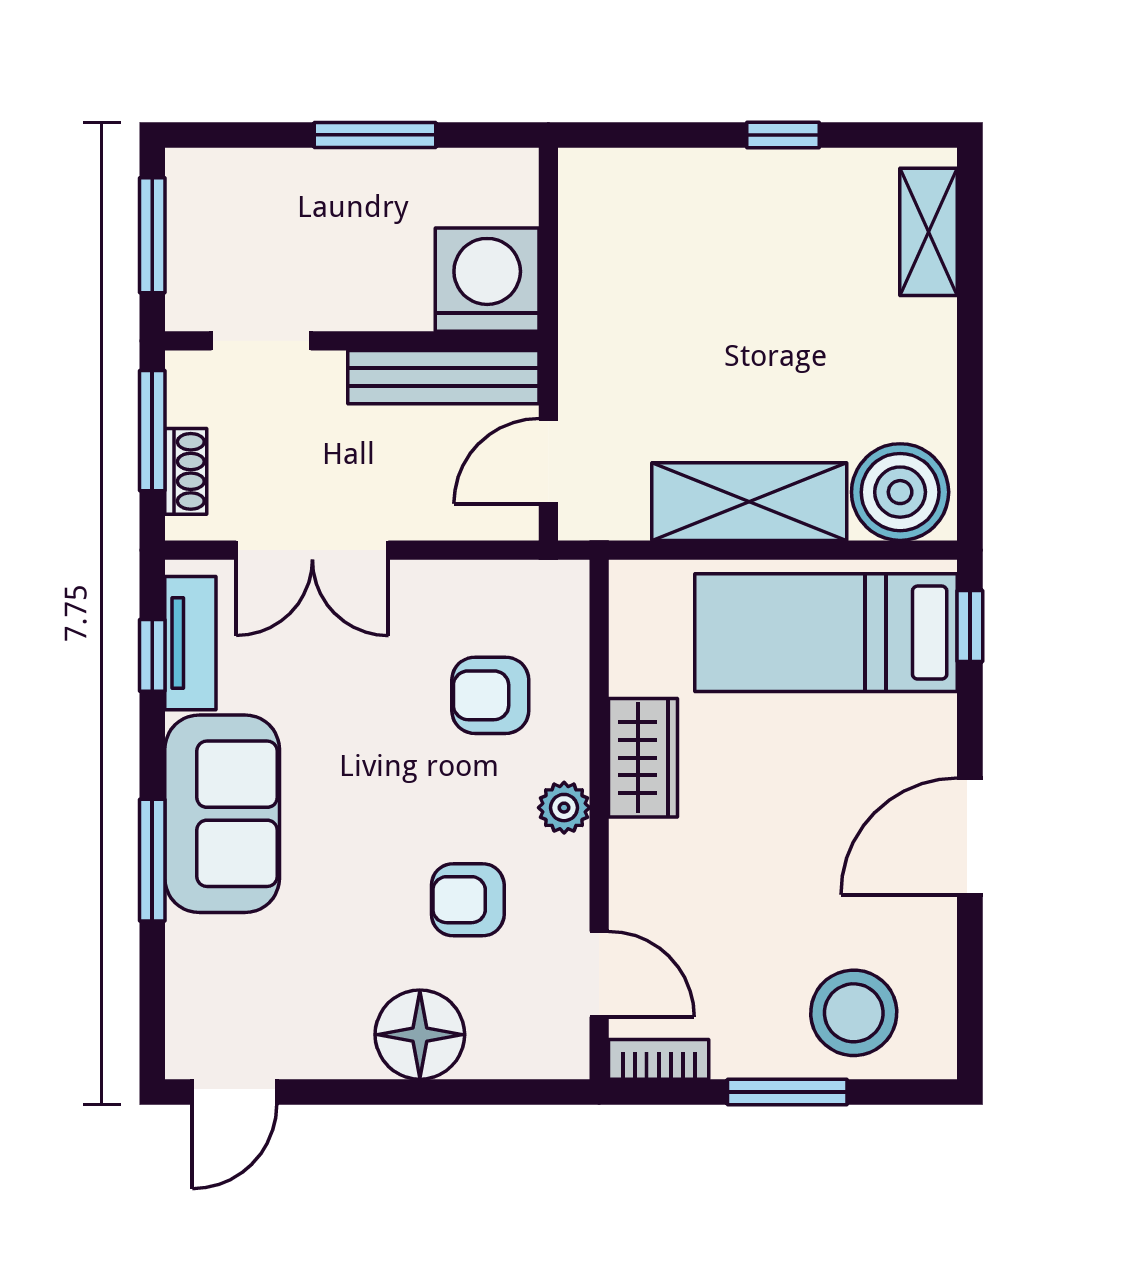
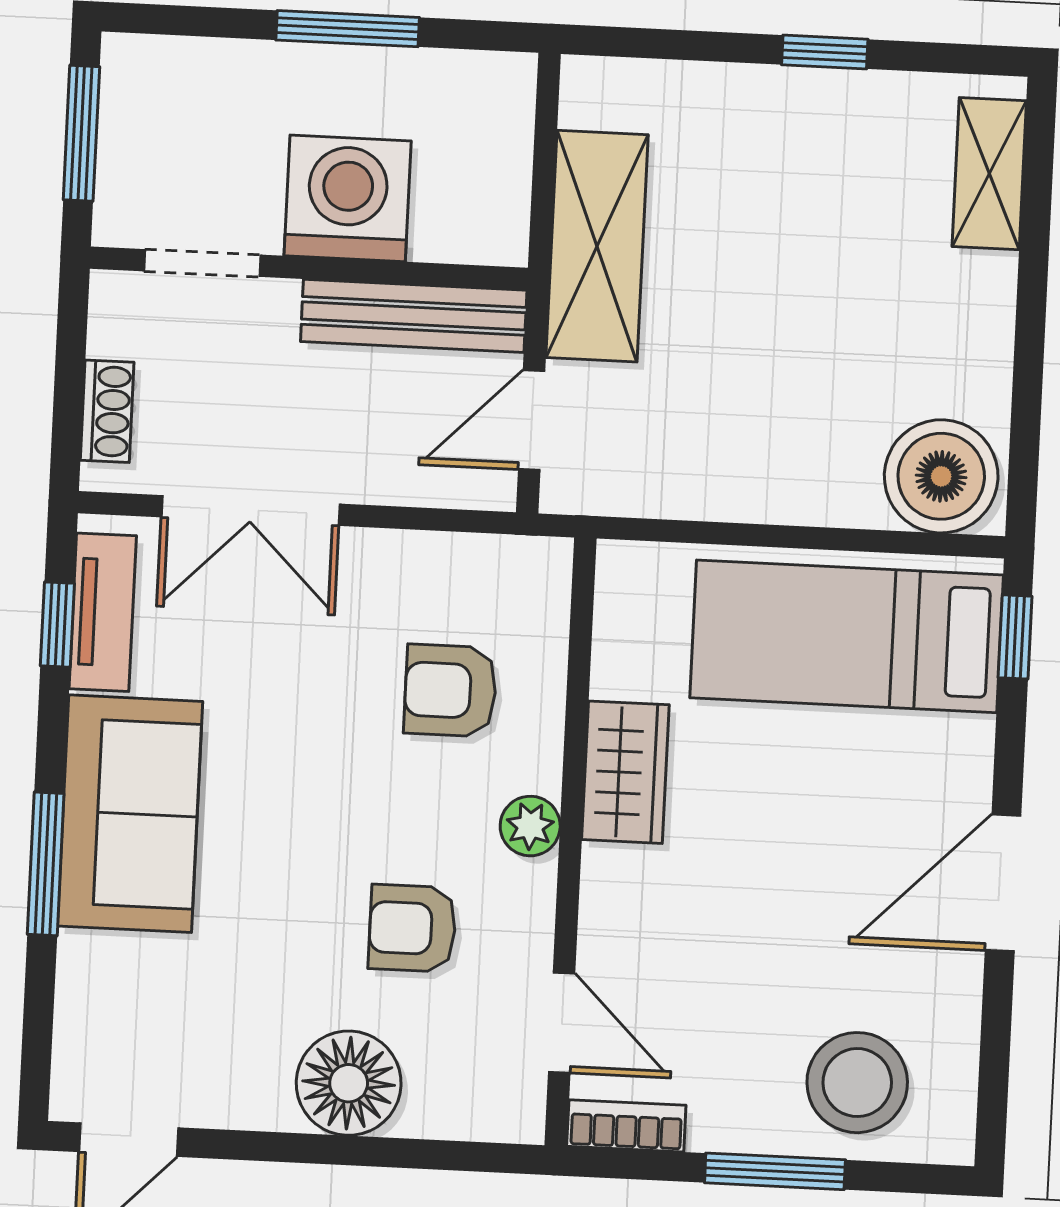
washing machine: (487, 280) -> (348, 198), moved
window: (152, 431) -> (70, 362), removed
shelving: (749, 502) -> (597, 246), moved, turned 90

